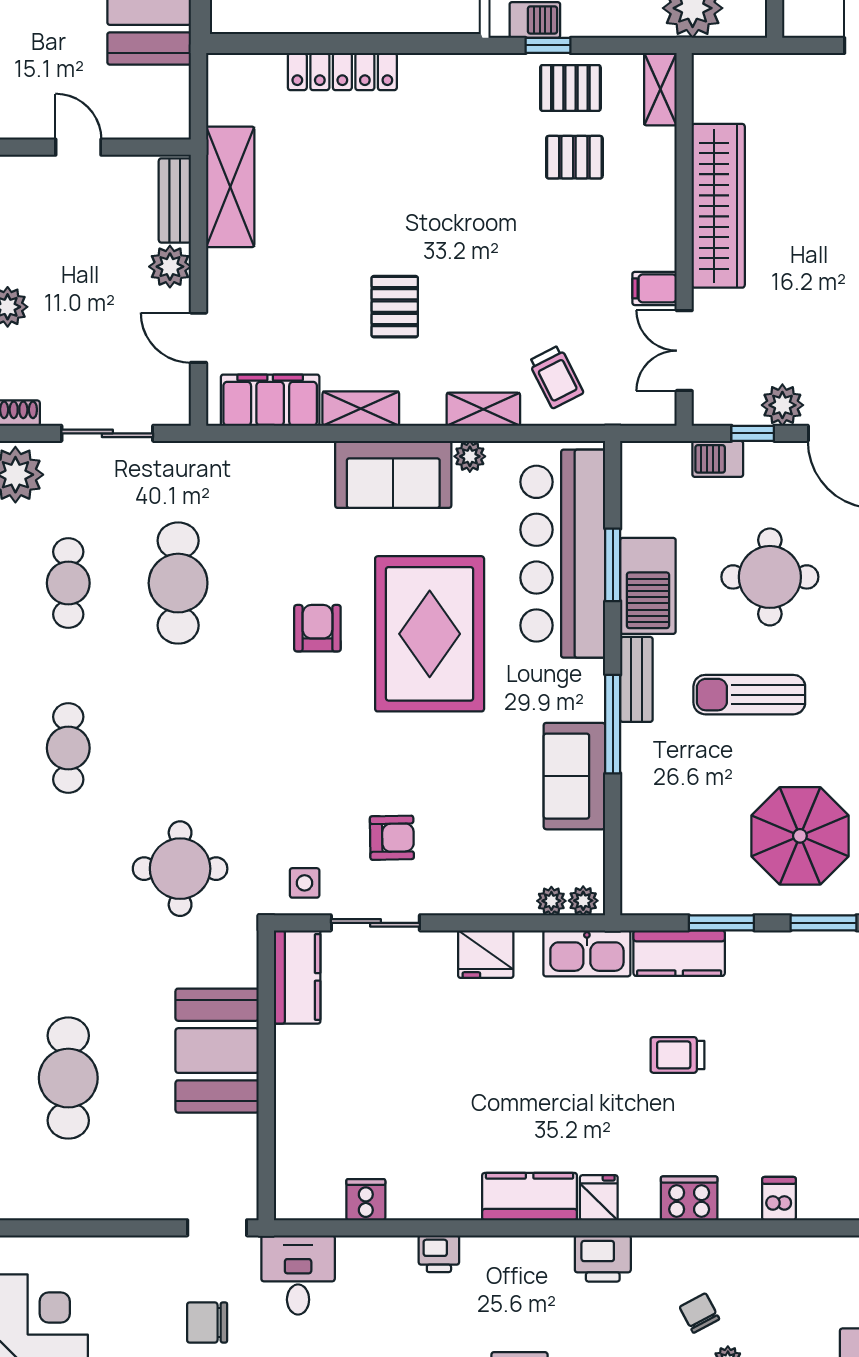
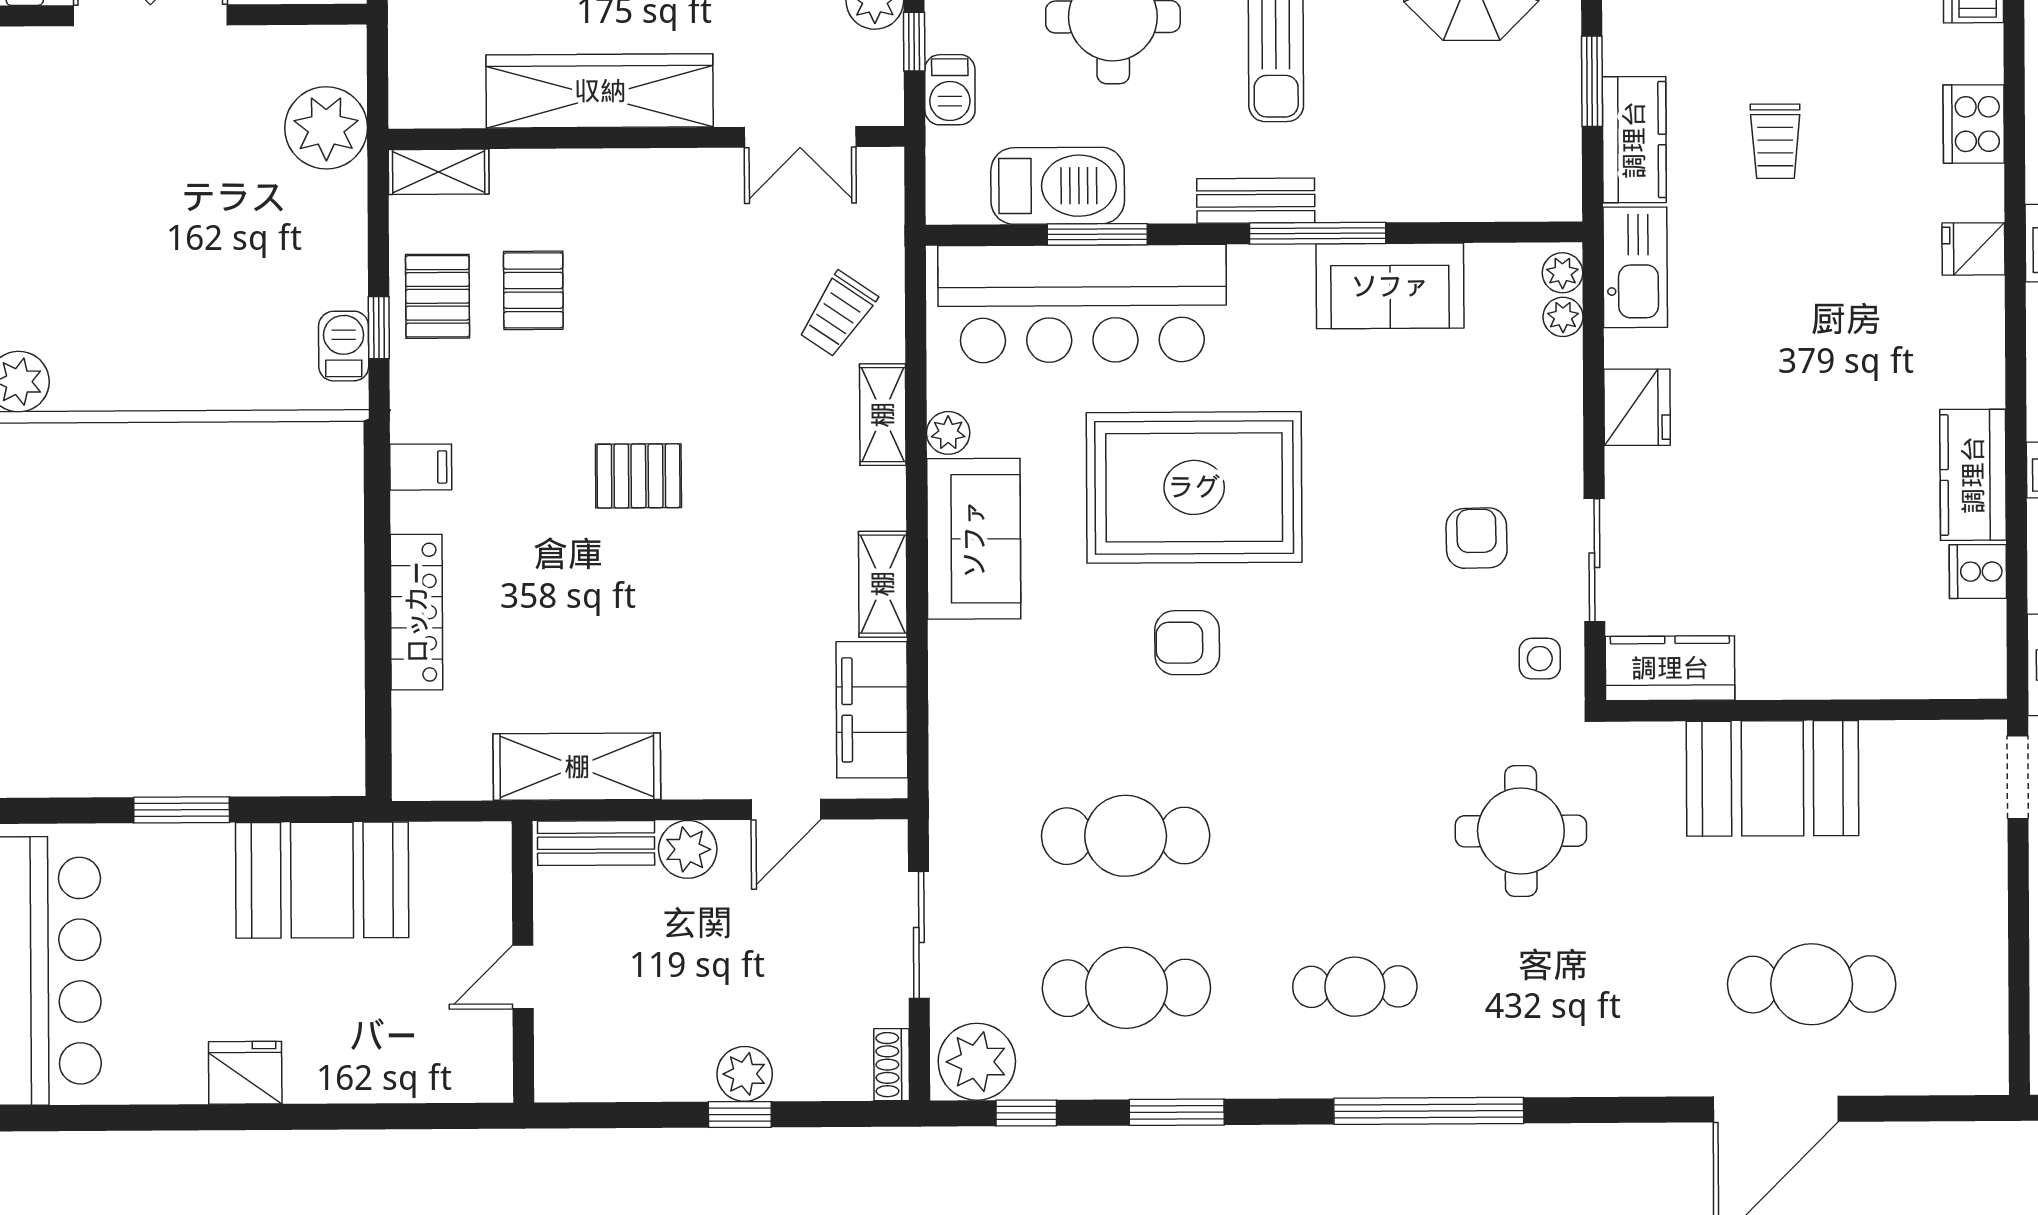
filing cabinet: (655, 288) -> (421, 467), moved, turned -90
pallet: (395, 307) -> (638, 476), moved
trolley: (556, 377) -> (838, 314), turned 151
cafe table: (68, 583) -> (1126, 988), width x1.37, depth x1.35
barbecue: (648, 586) -> (1058, 186), moved
kitchen counter: (530, 1197) -> (1973, 475), moved

